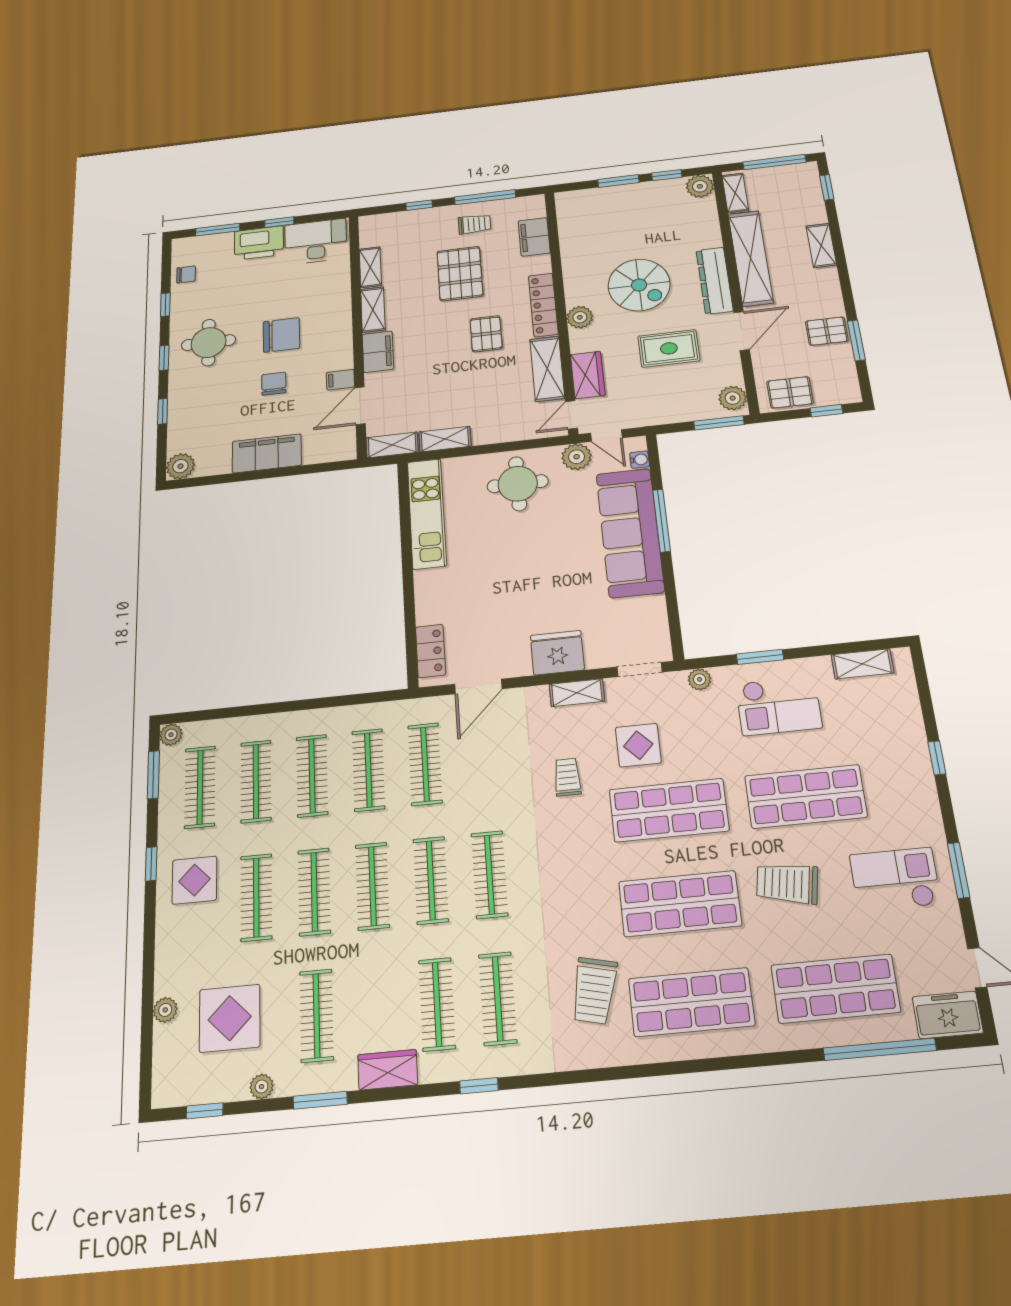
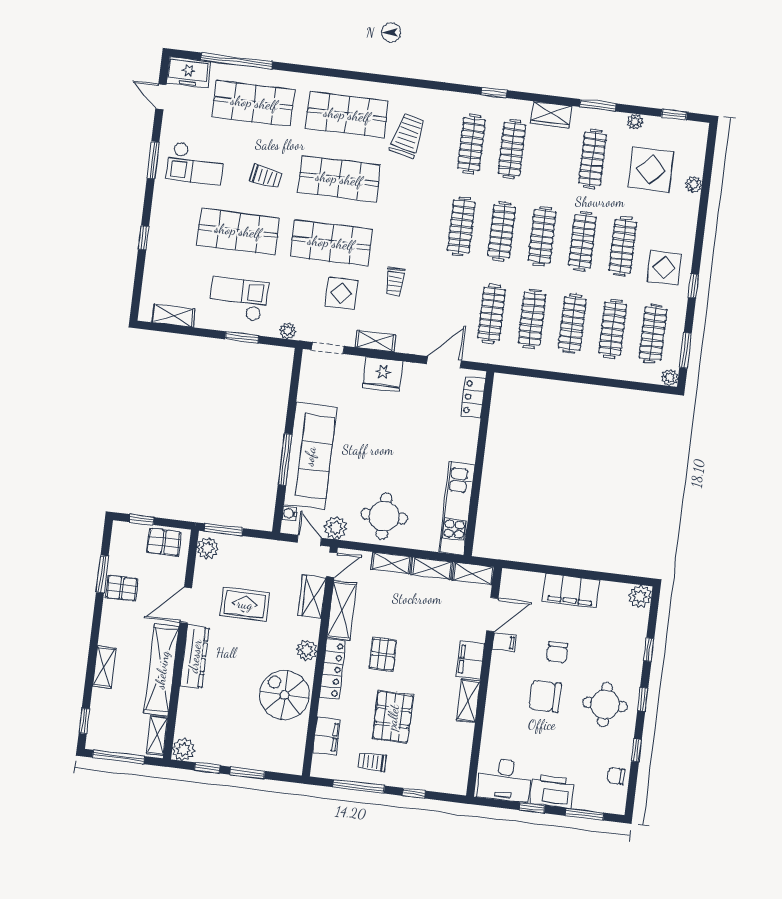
shelving: (370, 267) -> (391, 563), moved, turned 90
spiral stairs: (639, 285) -> (284, 695), moved
trolley: (787, 883) -> (266, 176), width x0.73, depth x0.72

